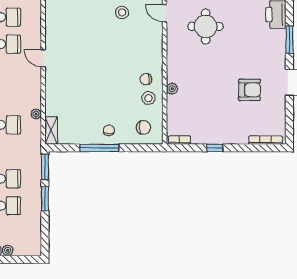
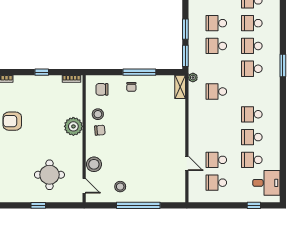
stool: (153, 39) -> (94, 164), added
door: (43, 58) -> (187, 163), moved
plant: (172, 89) -> (73, 126), width x1.87, depth x1.87
plant: (36, 114) -> (193, 78), moved

